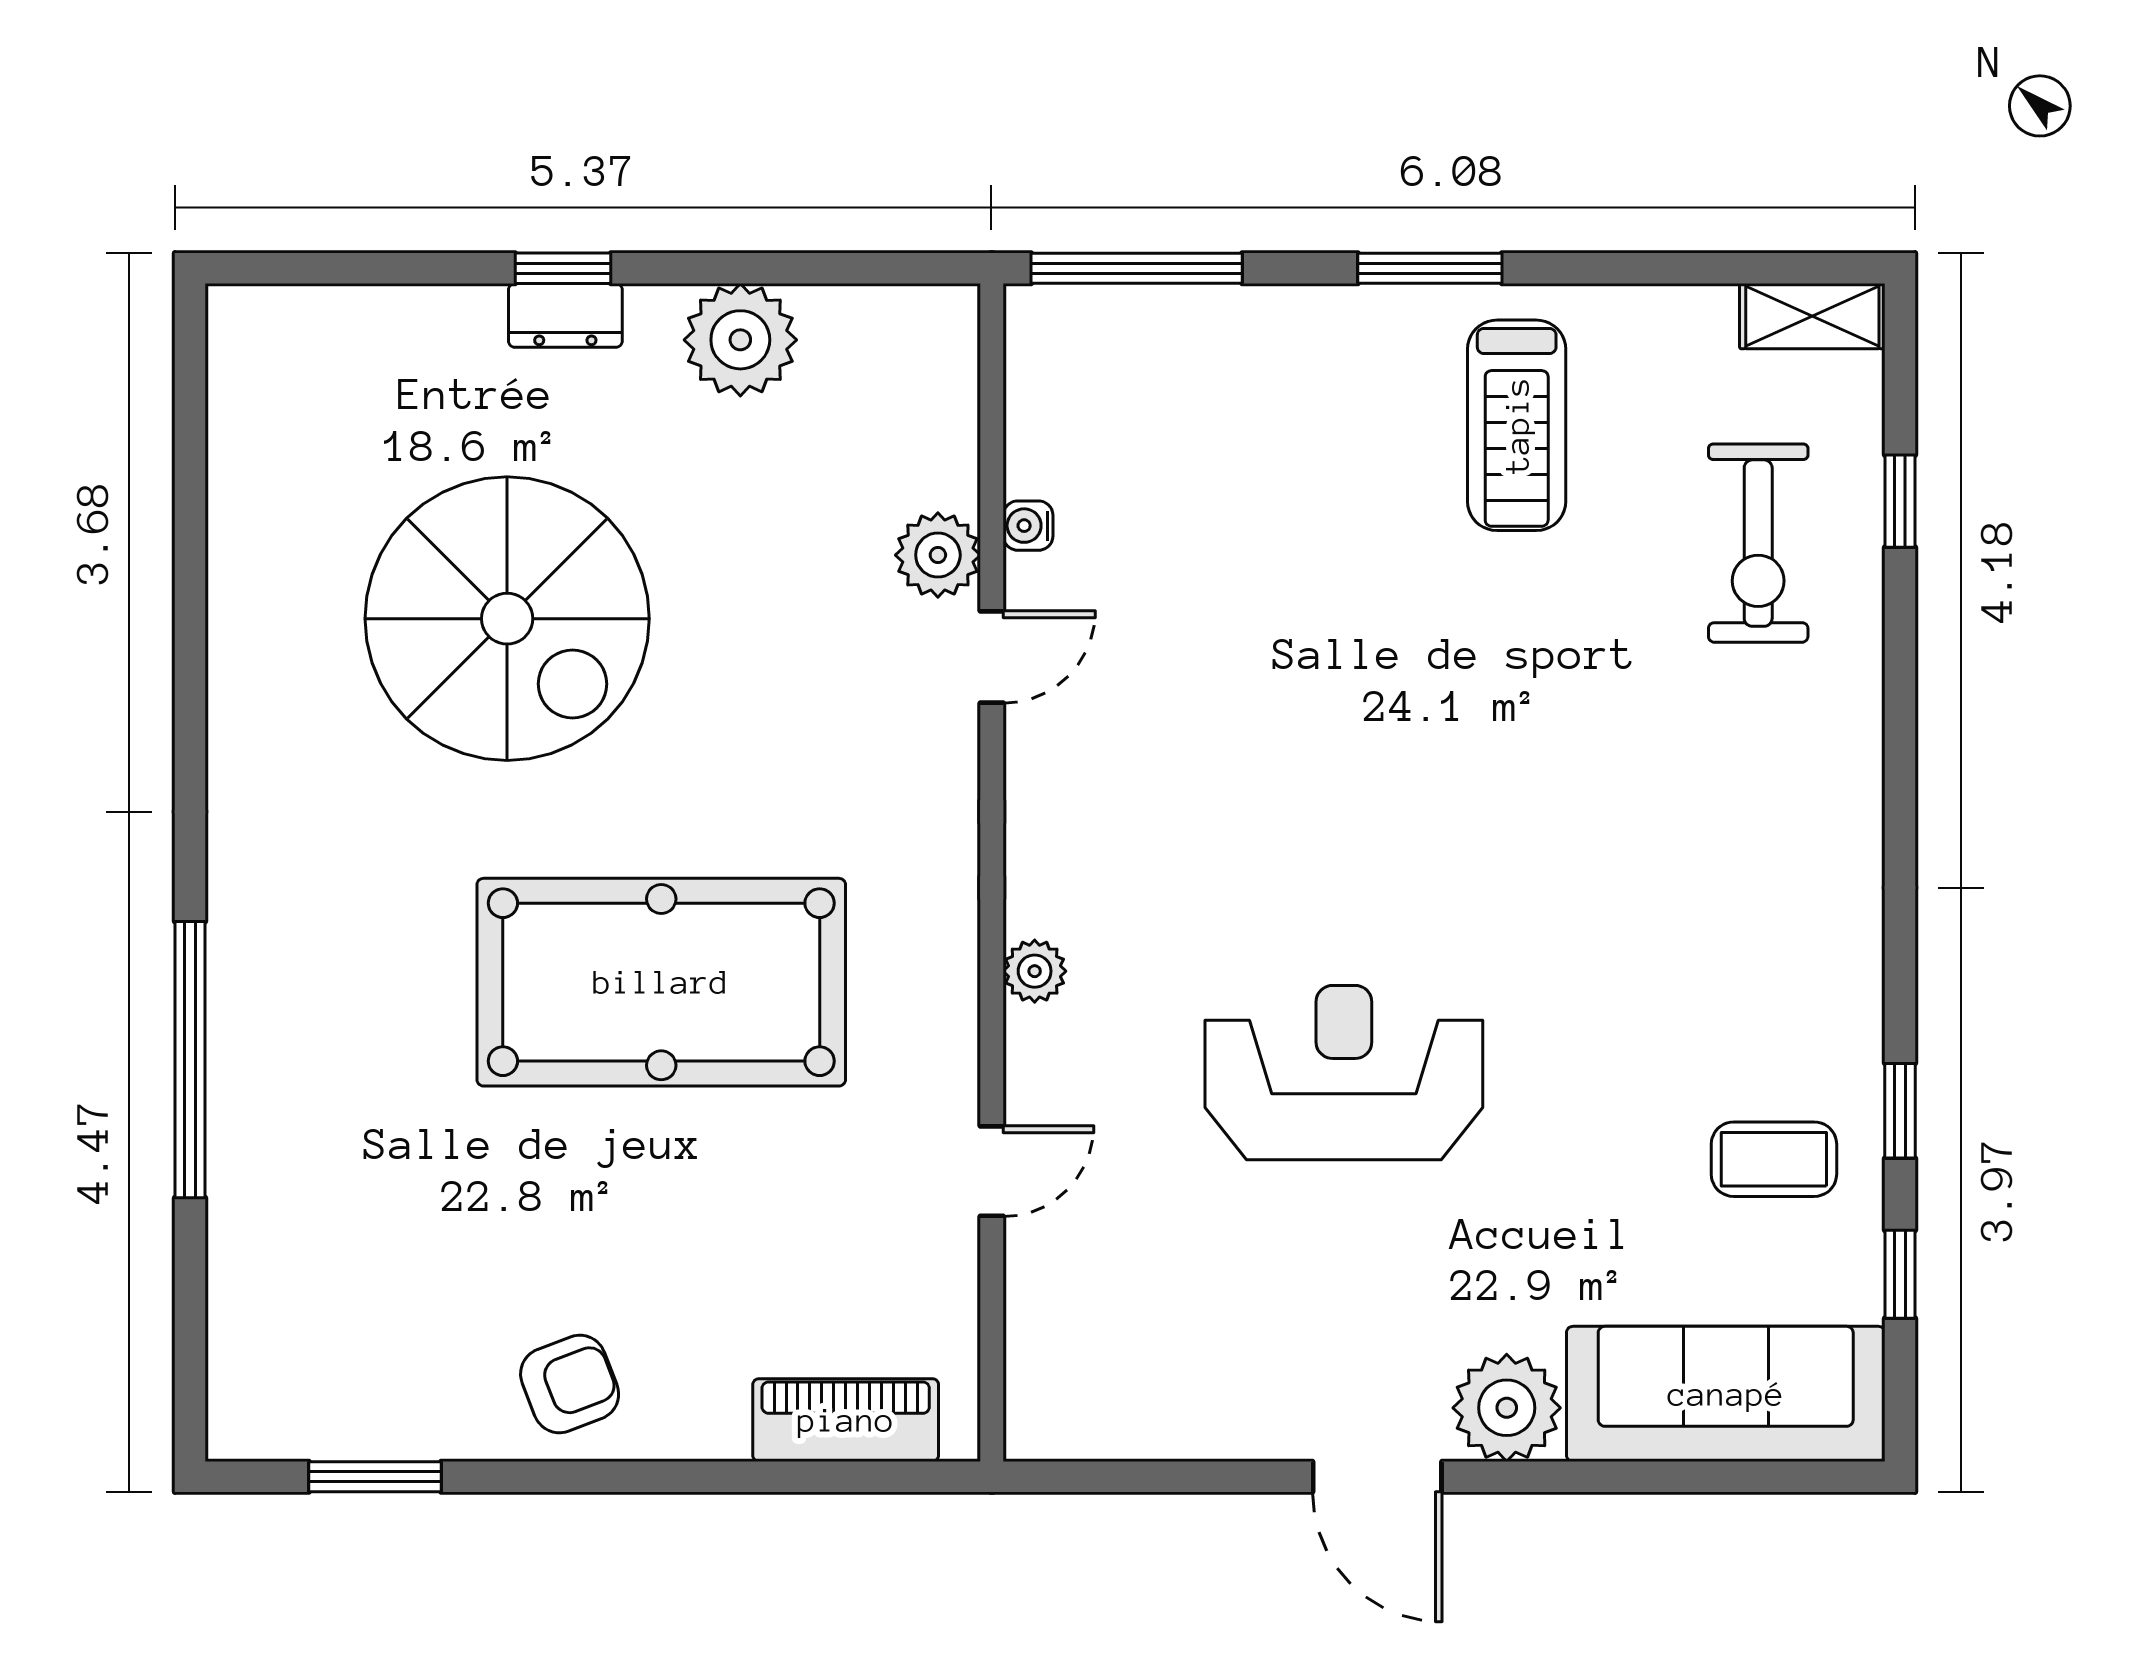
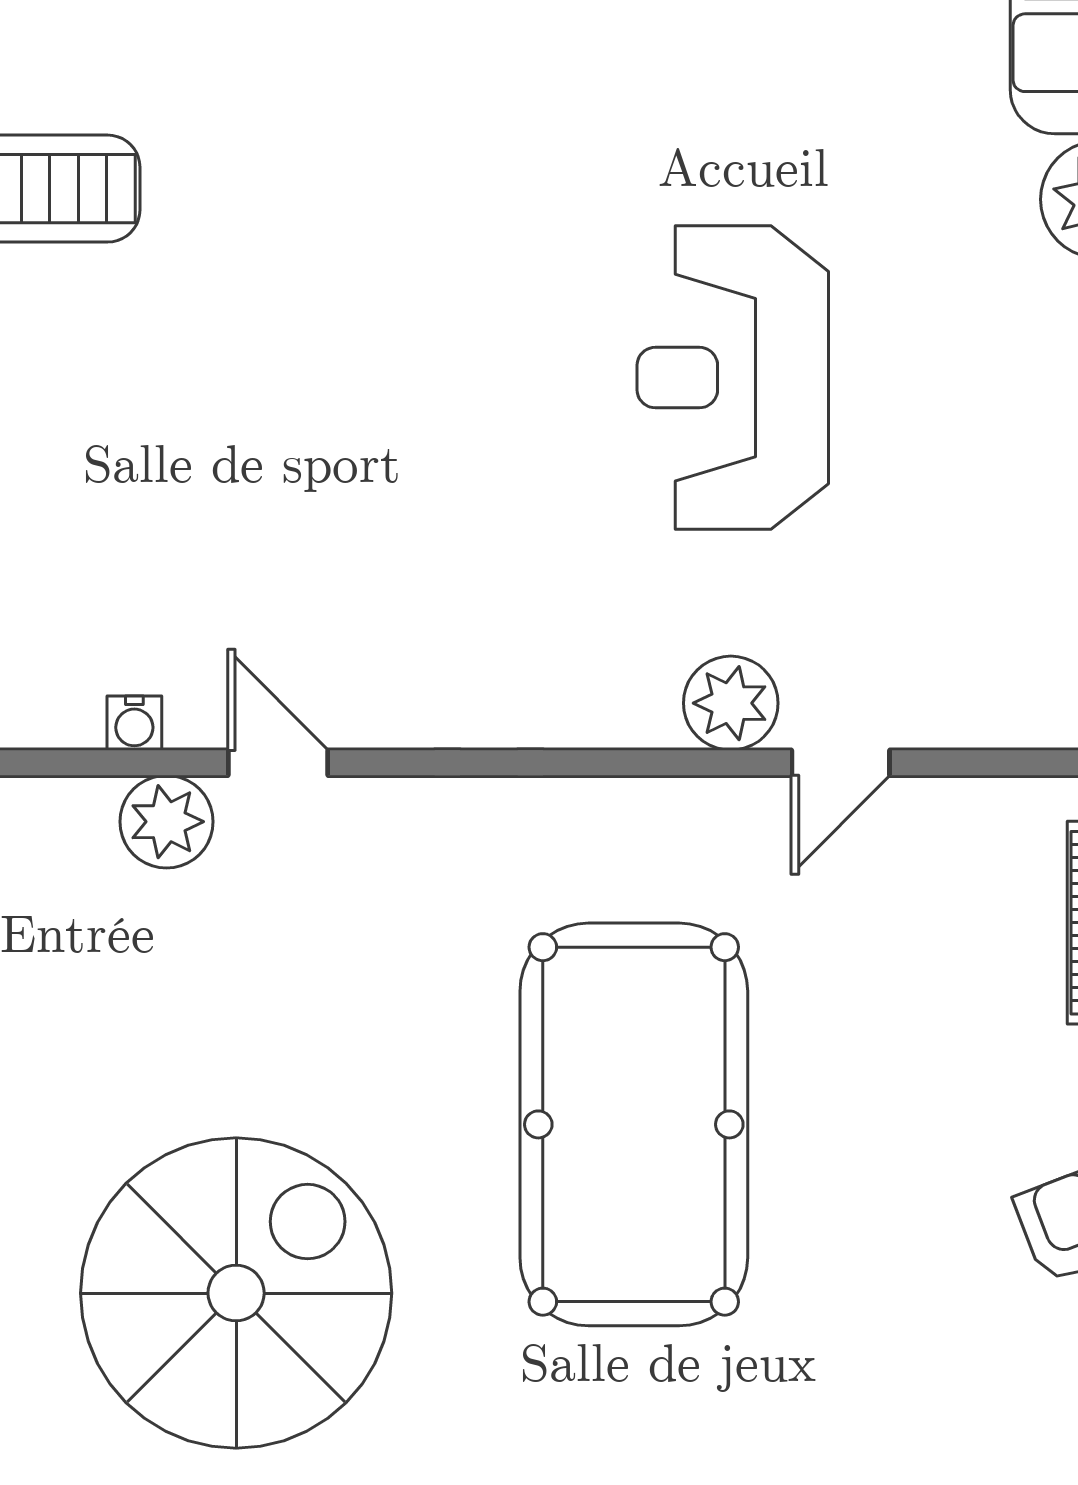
plant: (1035, 971) -> (731, 703), moved, width x1.38, depth x1.38
door: (992, 1171) -> (841, 763), swing flipped

